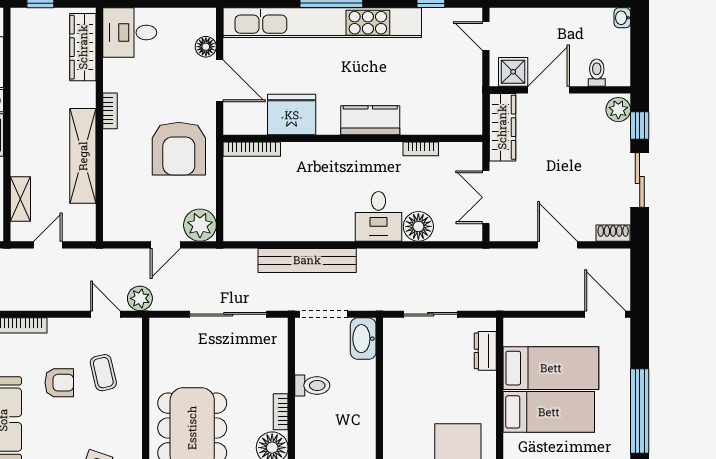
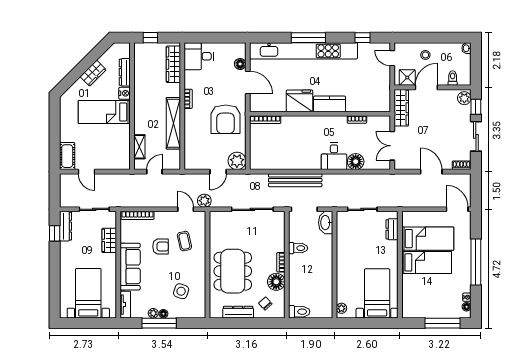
stool: (547, 30) -> (425, 55), added
fridge: (292, 115) -> (300, 101), moved

